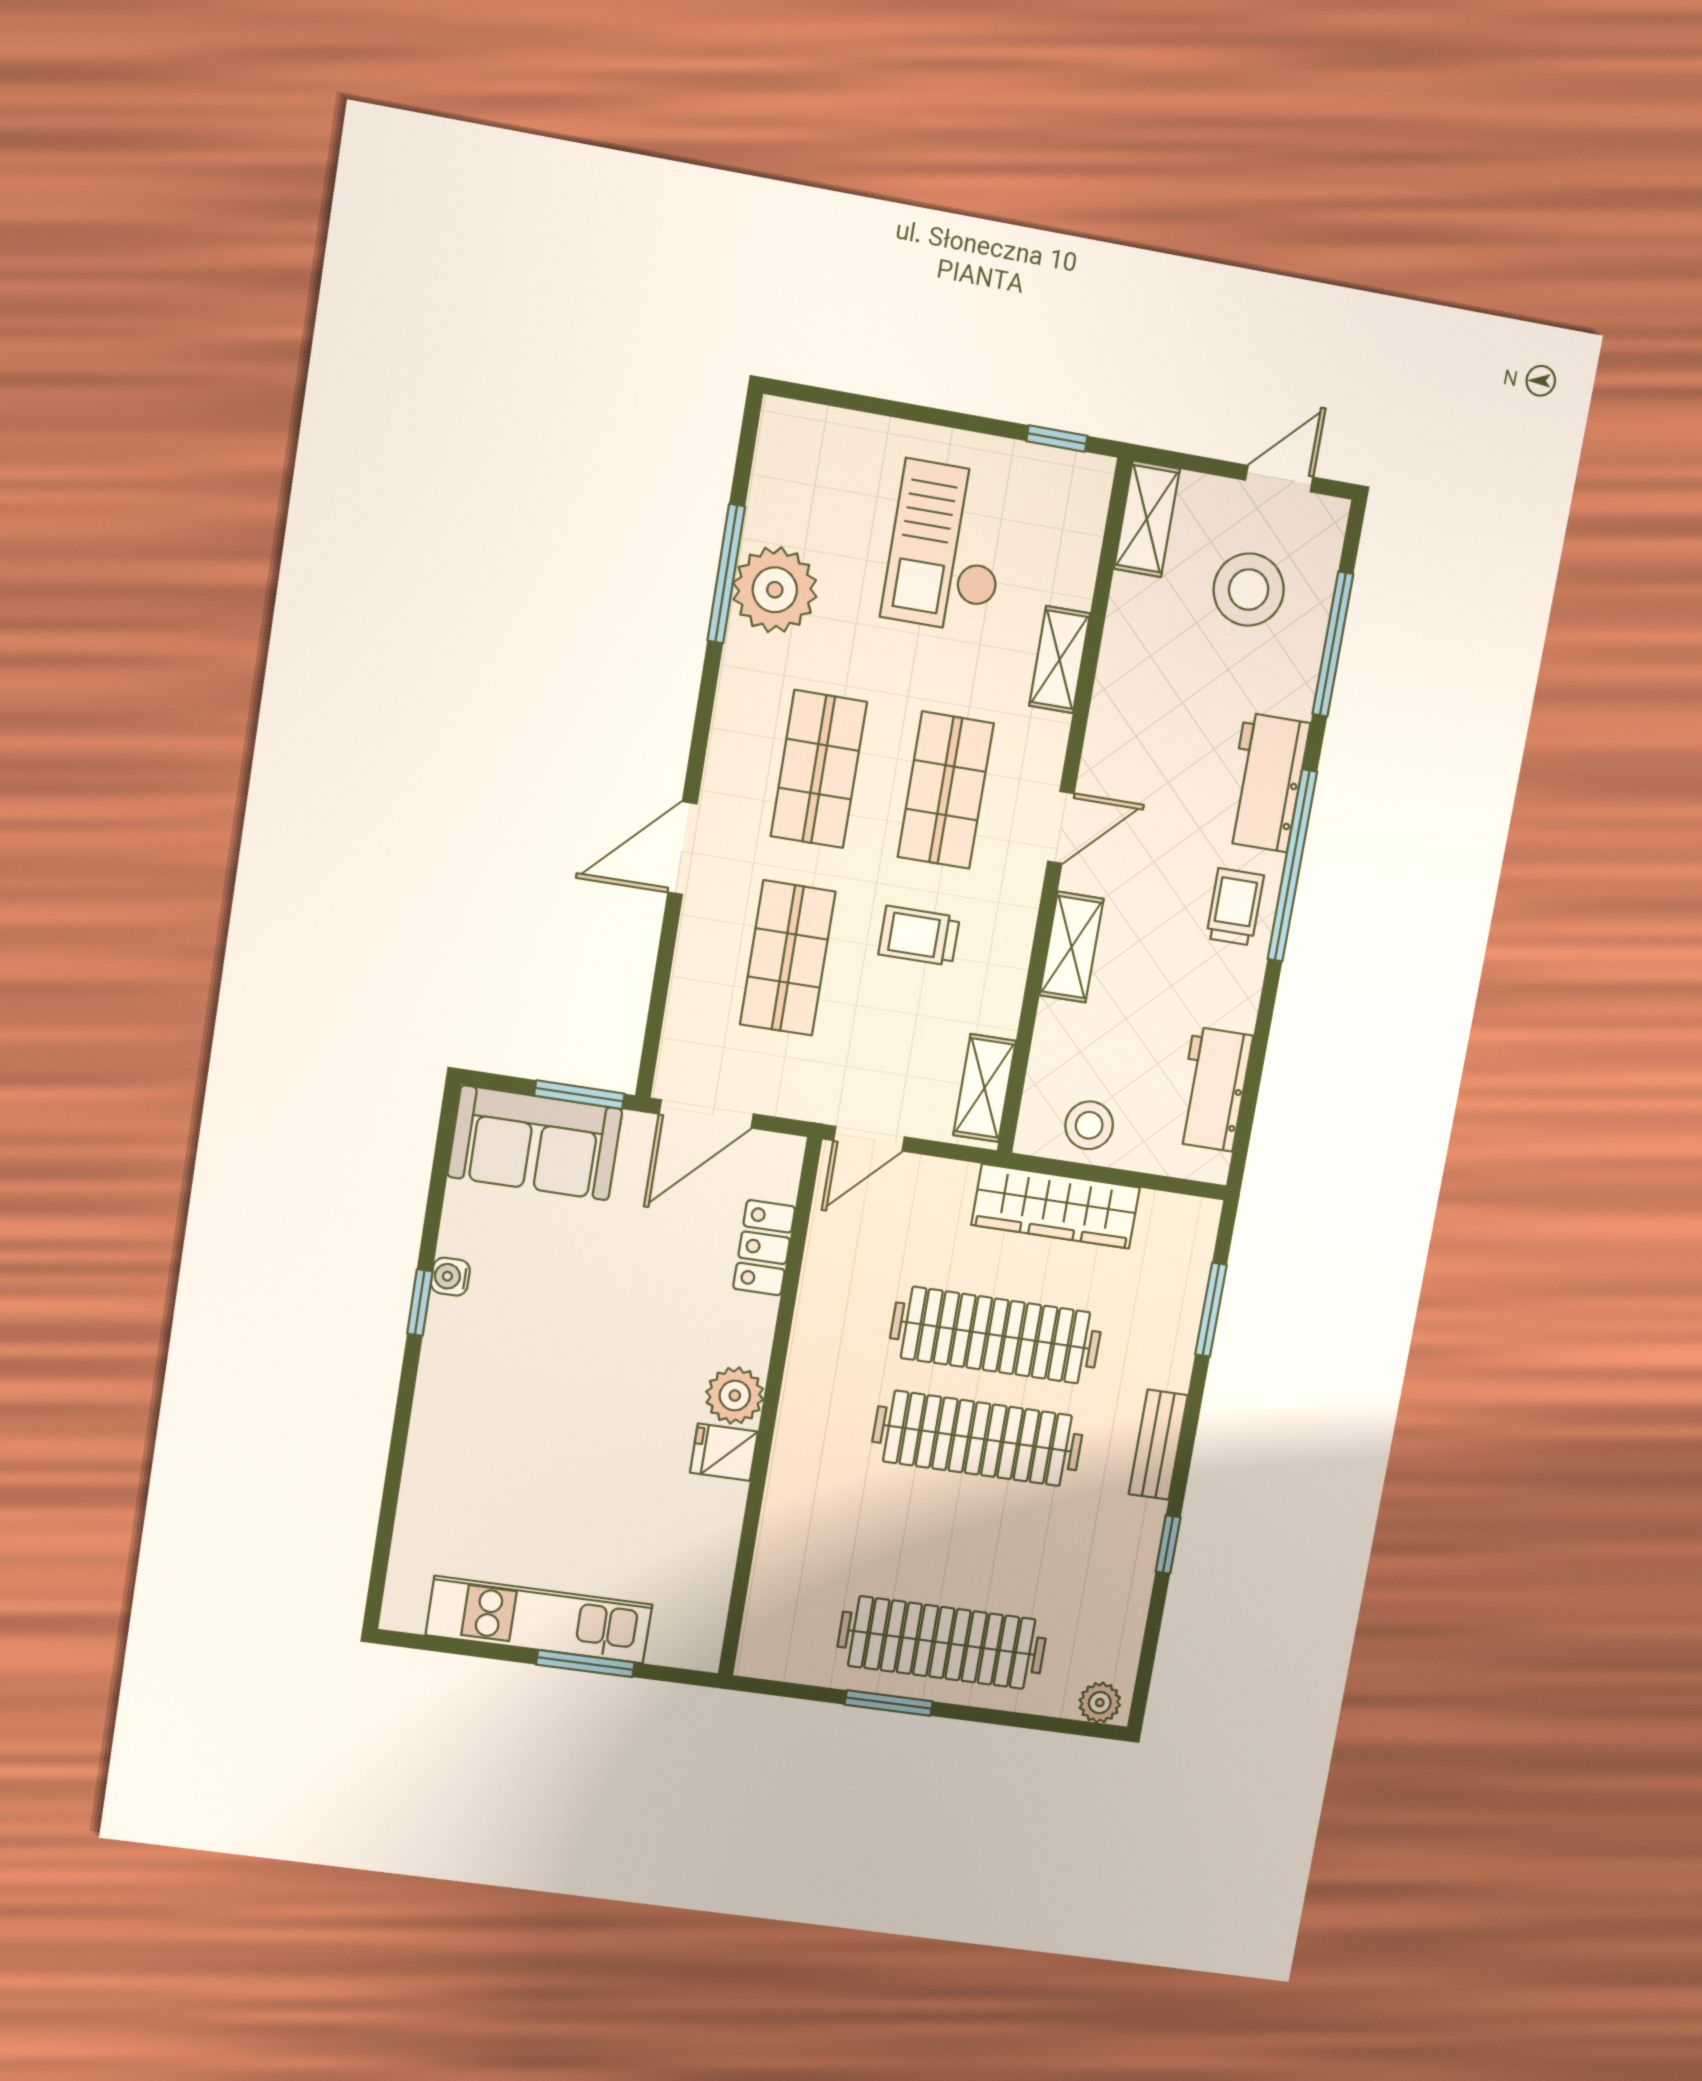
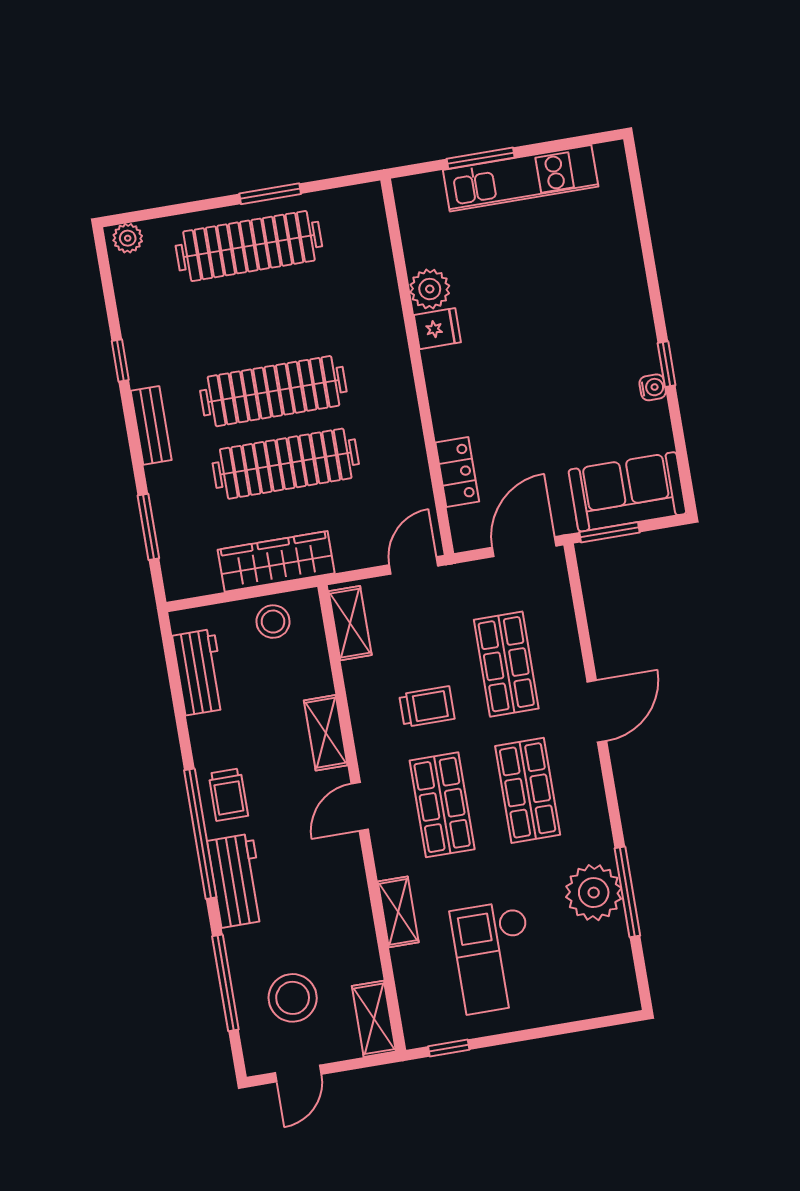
checkout: (947, 547) -> (494, 957), turned 180
plant: (735, 1396) -> (430, 289), moved

